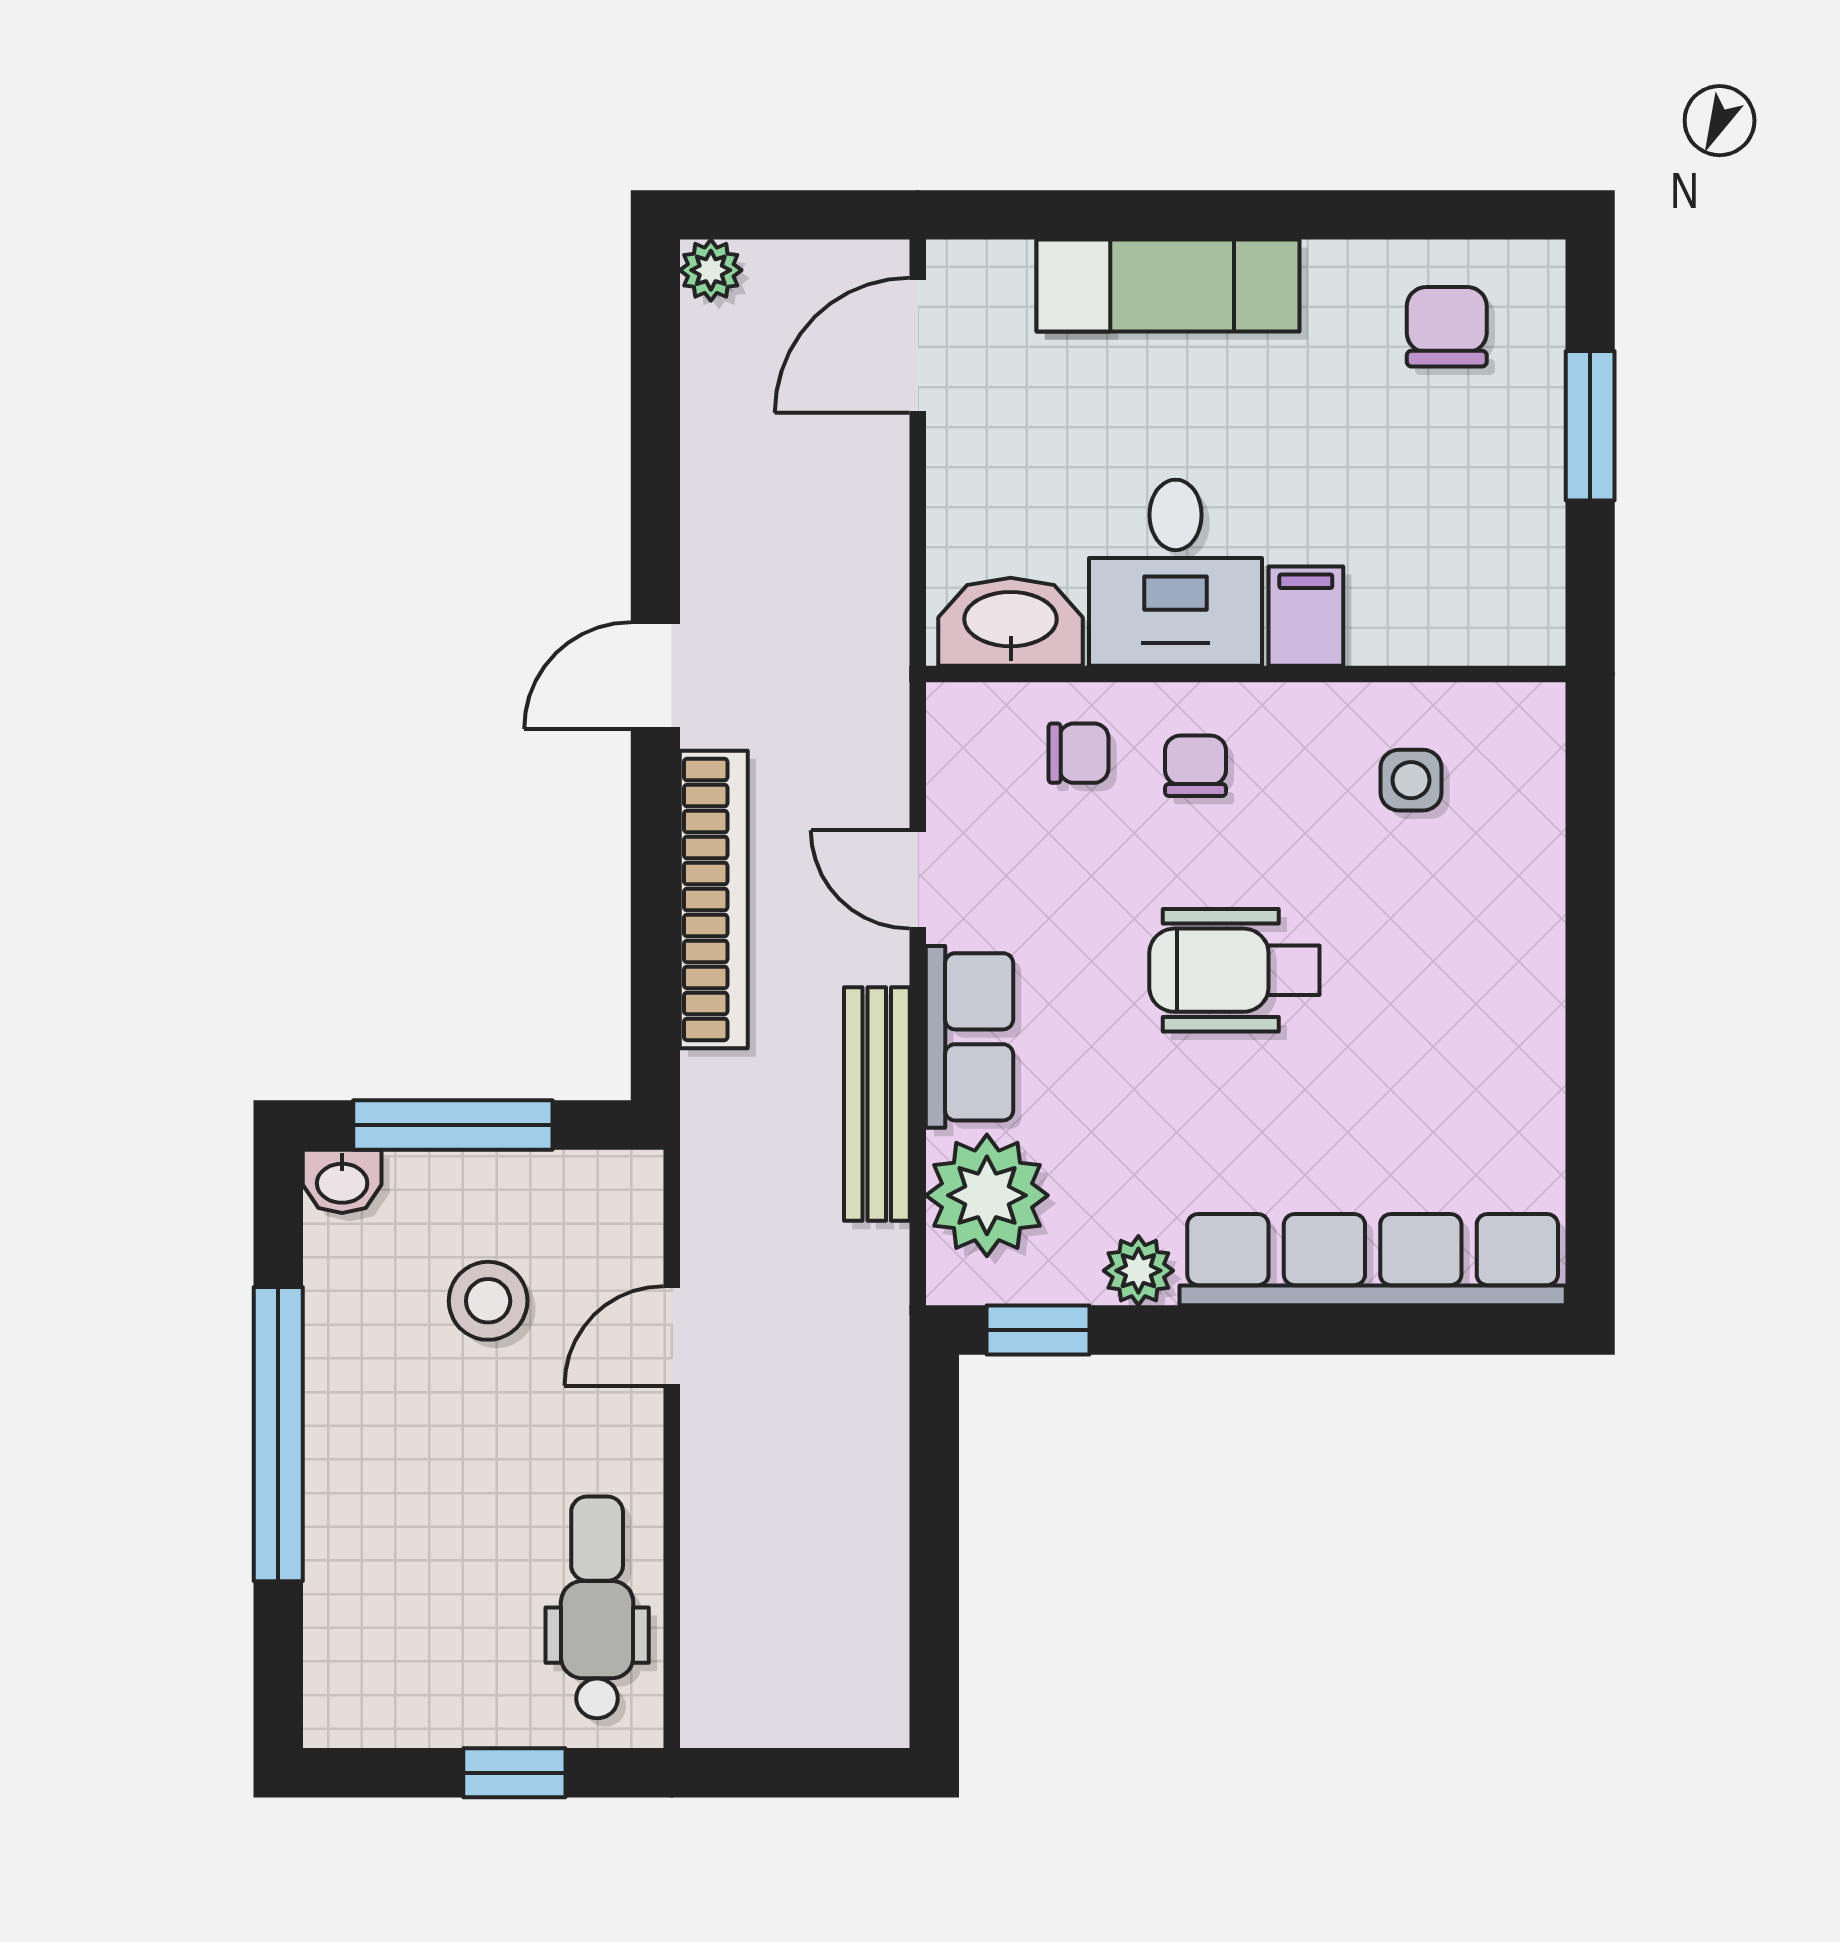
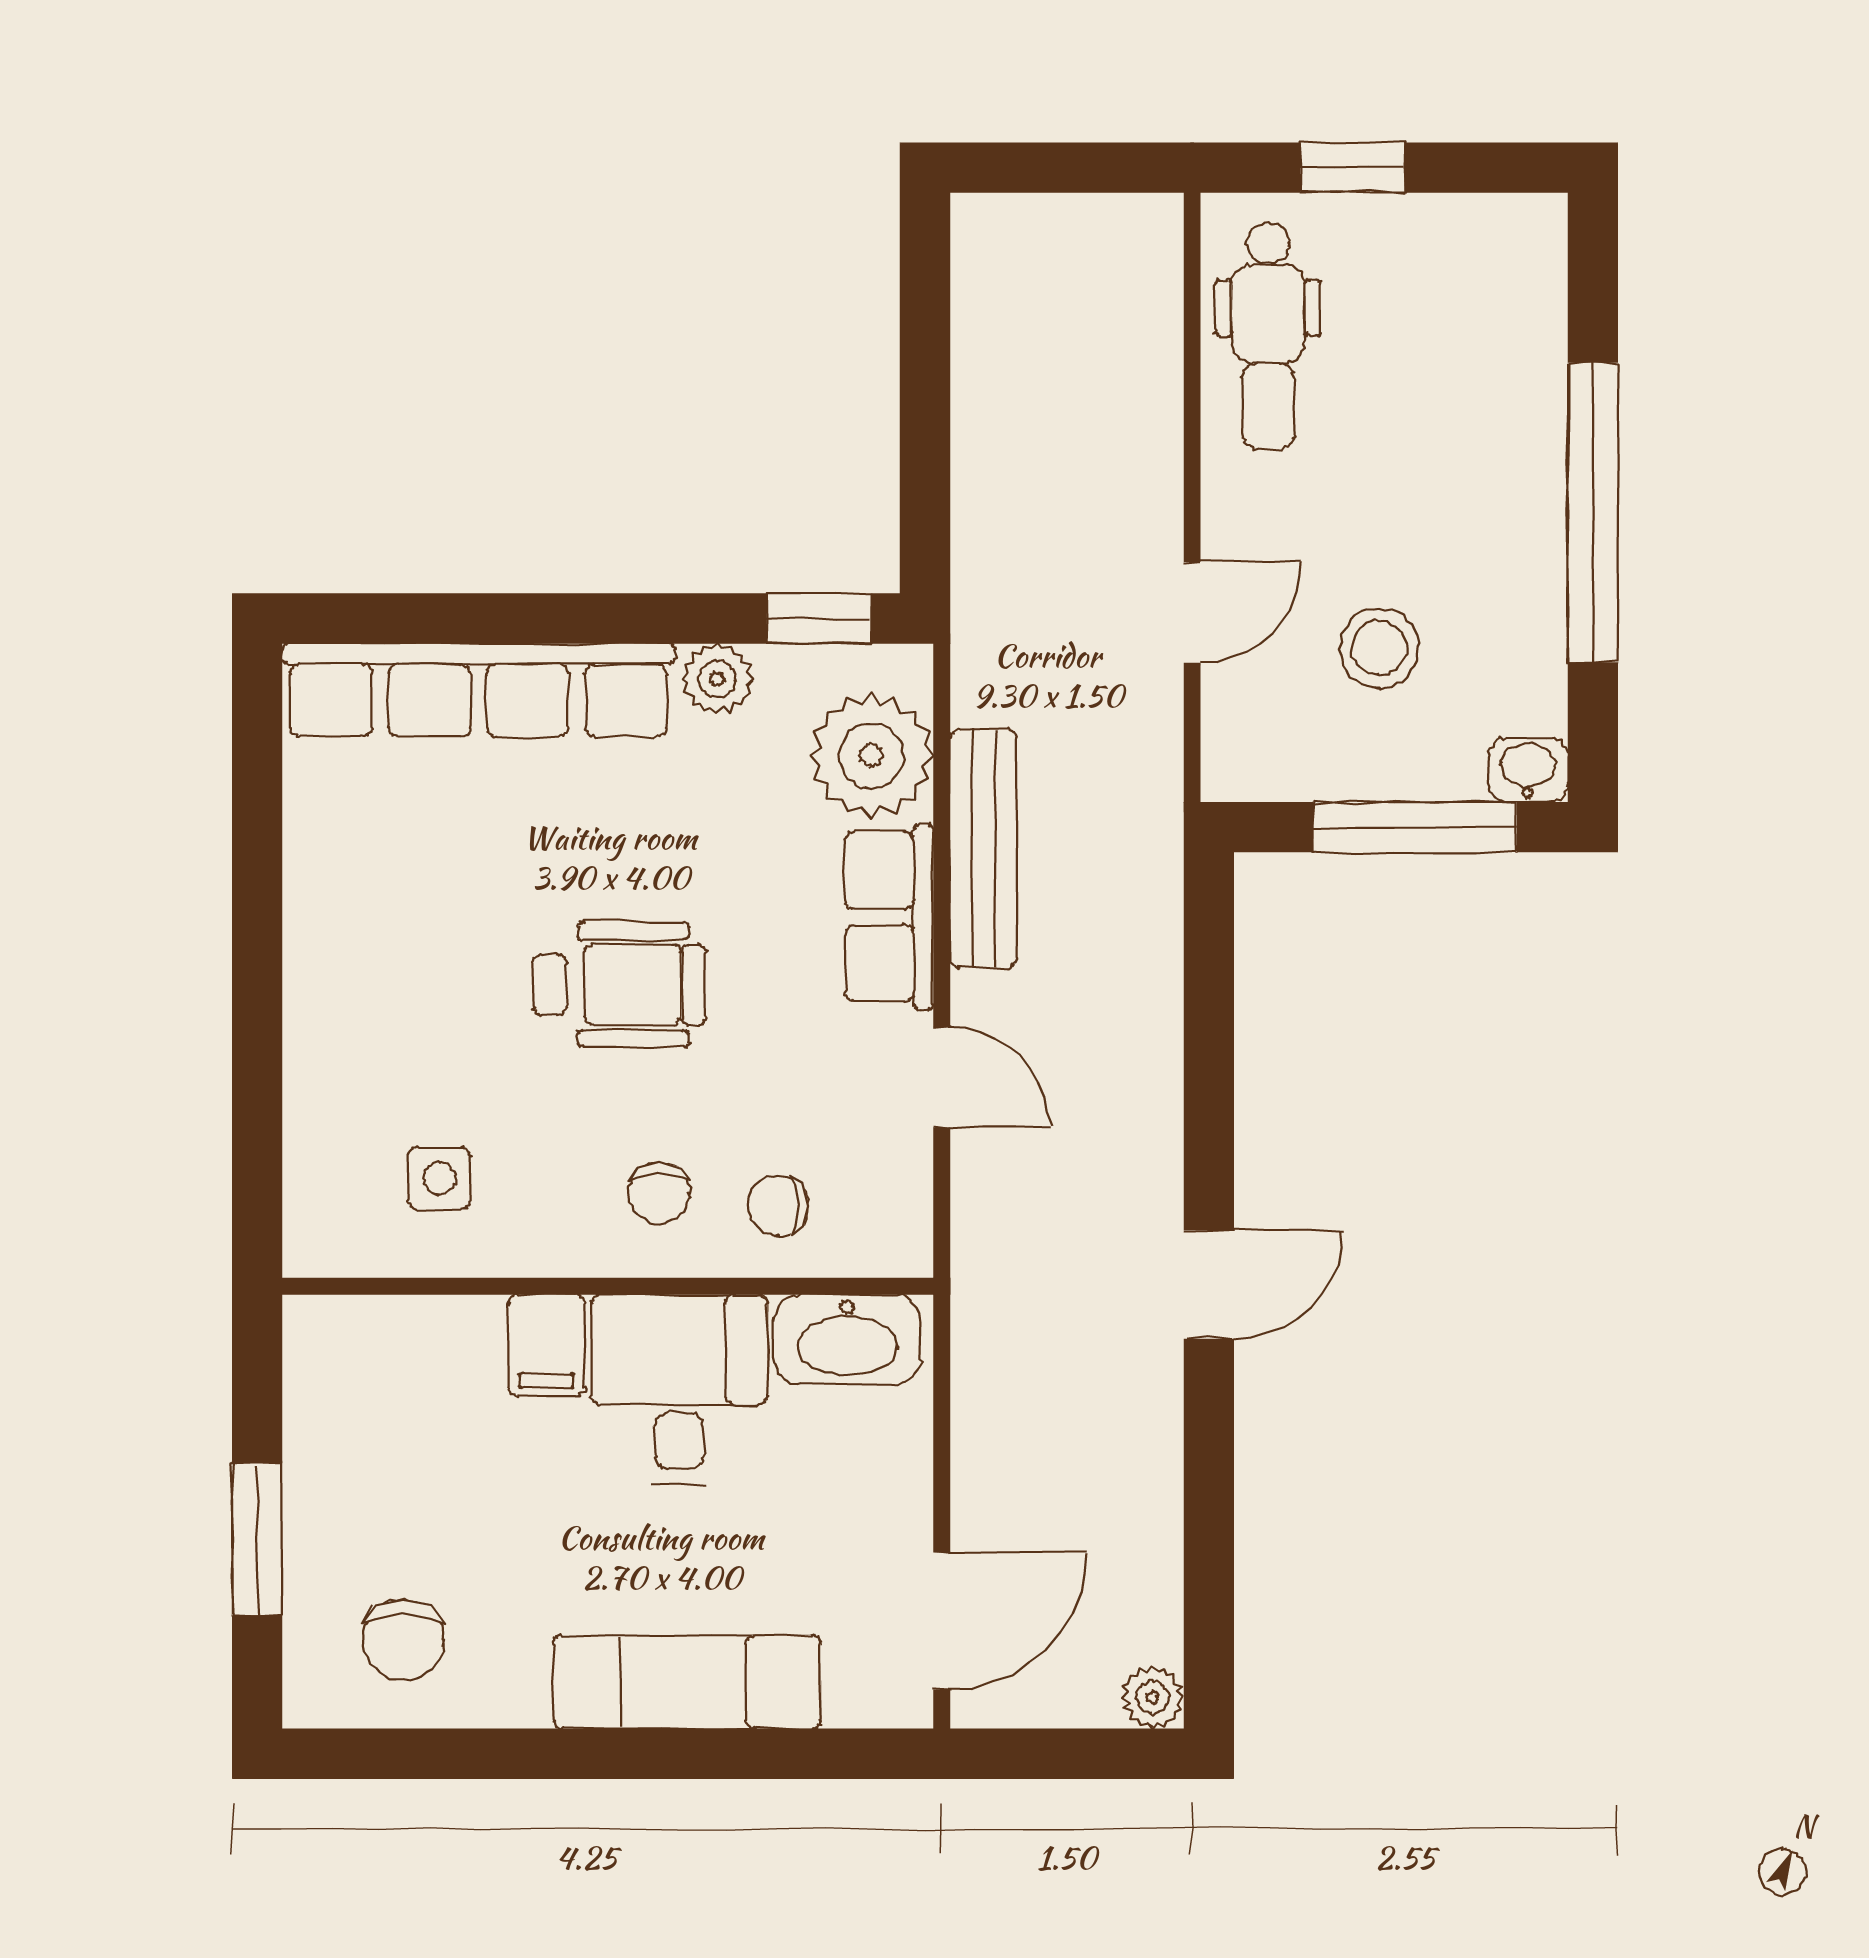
bookcase: (714, 899) -> (1149, 1057), removed

